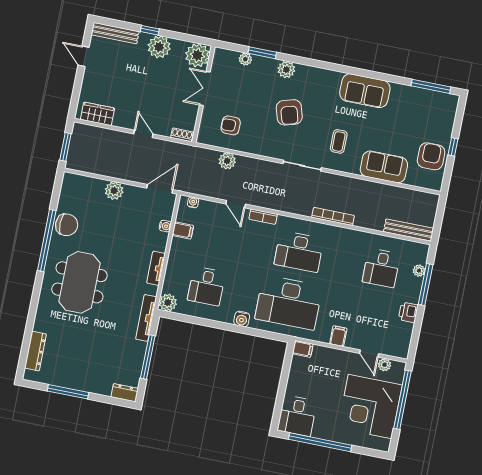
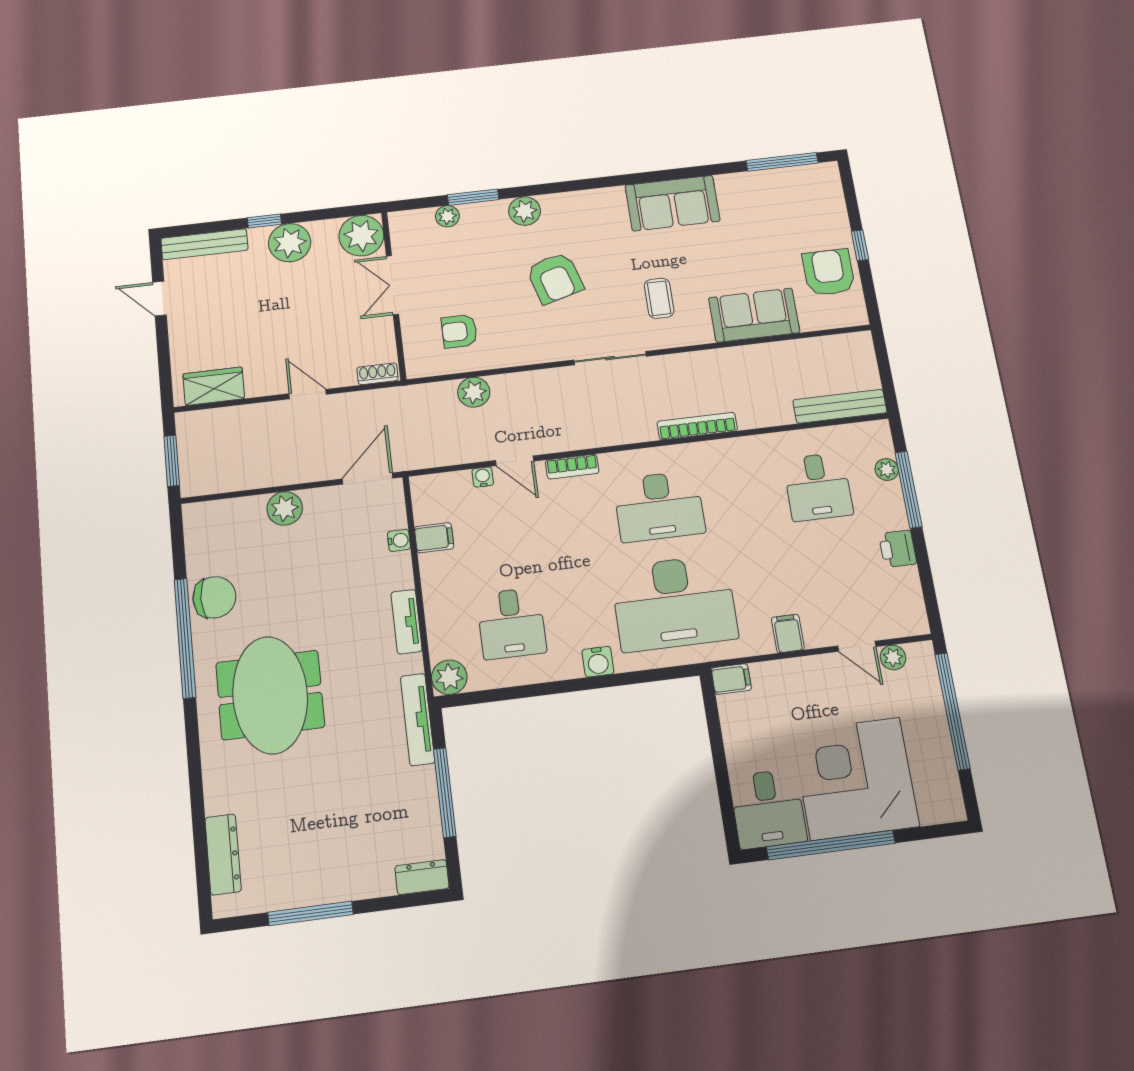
water cooler: (193, 202) -> (483, 477), moved
corner desk: (370, 407) -> (855, 779), moved, turned 90

